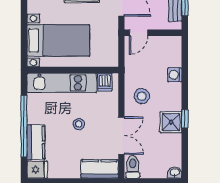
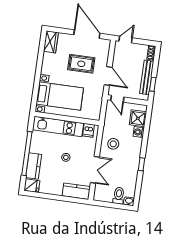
door: (139, 33) -> (117, 99), hinge flipped
shower: (171, 122) -> (138, 118), moved
toilet: (133, 167) -> (119, 196), moved

